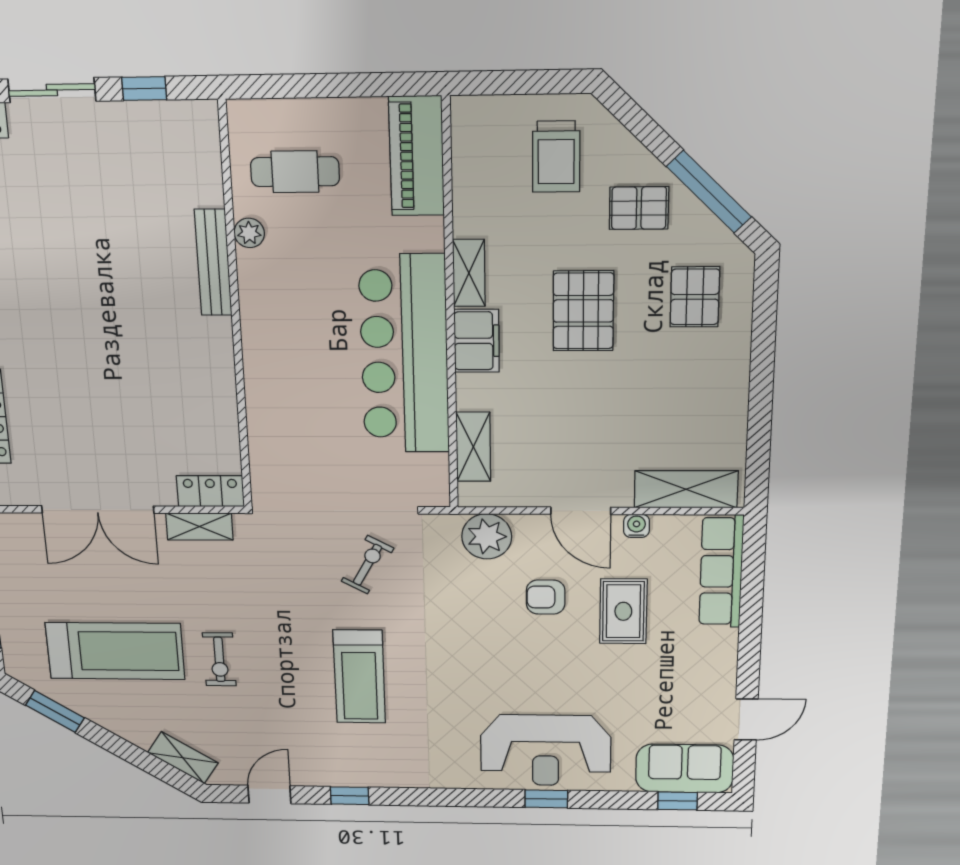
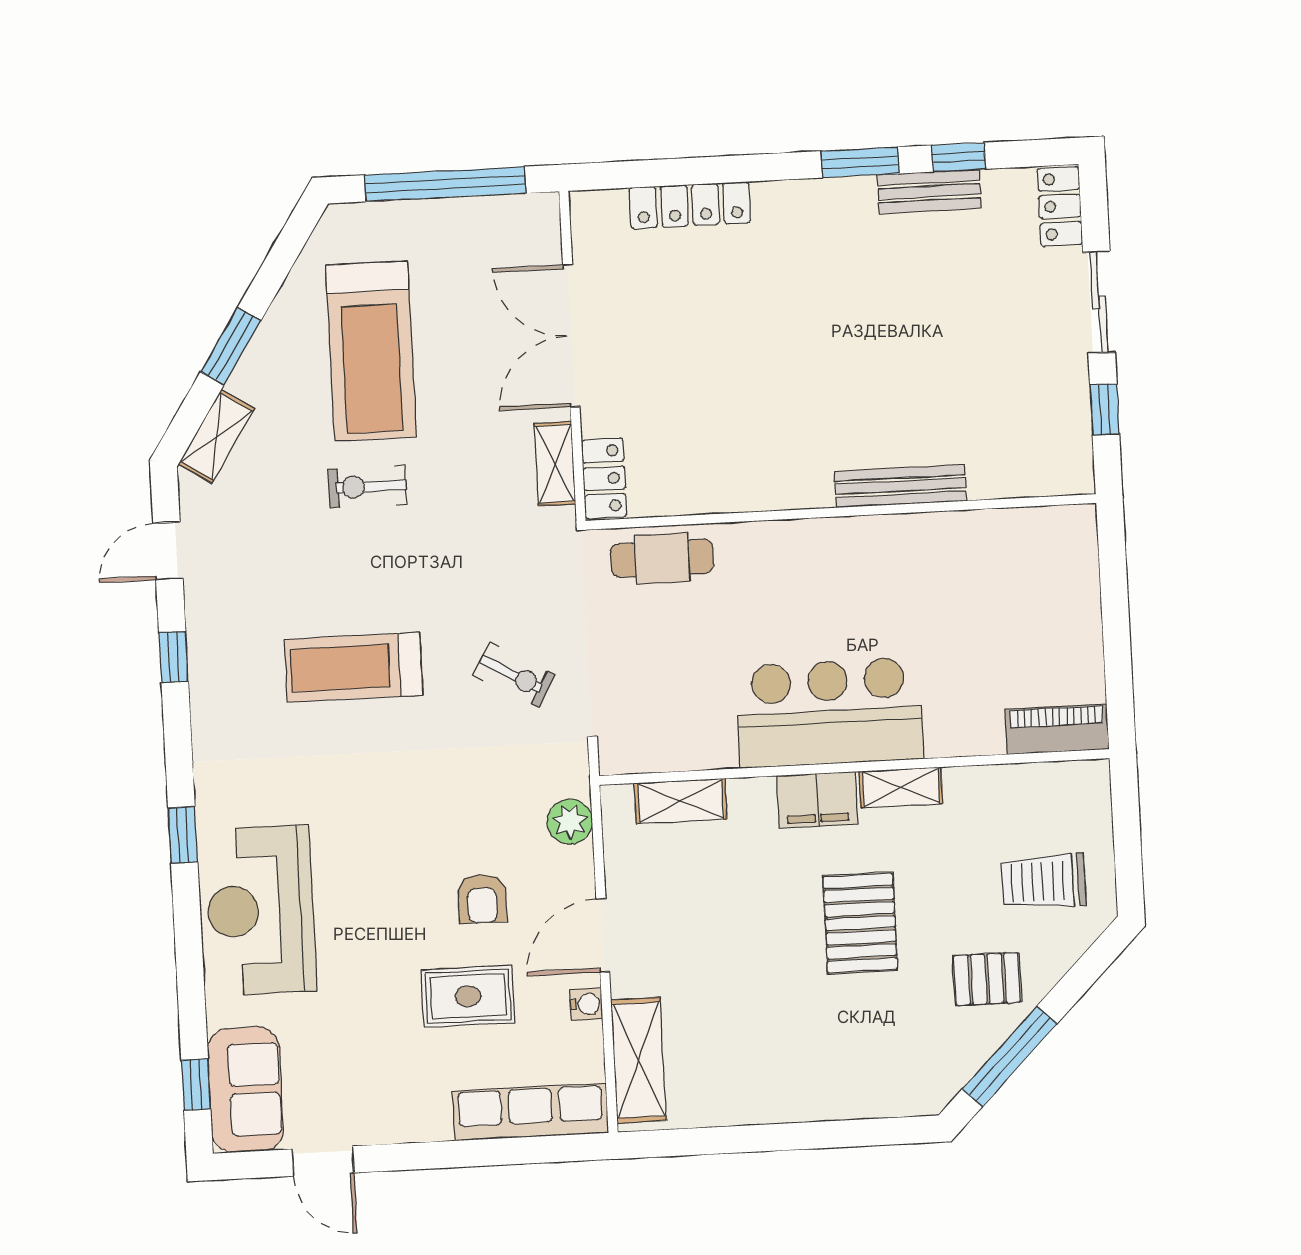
piano: (417, 156) -> (1057, 729), width x0.73, depth x0.75
cafe table: (295, 172) -> (662, 558), moved, turned 90
pallet: (639, 208) -> (987, 979), turned 90
plant: (249, 233) -> (938, 529), removed
pallet: (695, 297) -> (883, 1051), removed
pallet: (583, 311) -> (860, 923), turned 90
bar counter: (404, 355) -> (829, 713), width x0.73
plant: (487, 536) -> (570, 822), width x0.73, depth x0.73
armchair: (546, 597) -> (482, 899), turned 180
window: (55, 712) -> (231, 346), moved
door: (269, 794) -> (168, 551), swing flipped
window: (546, 799) -> (183, 835), moved

